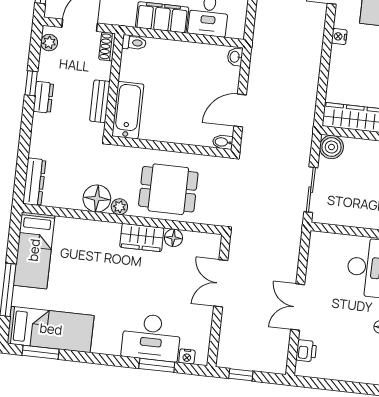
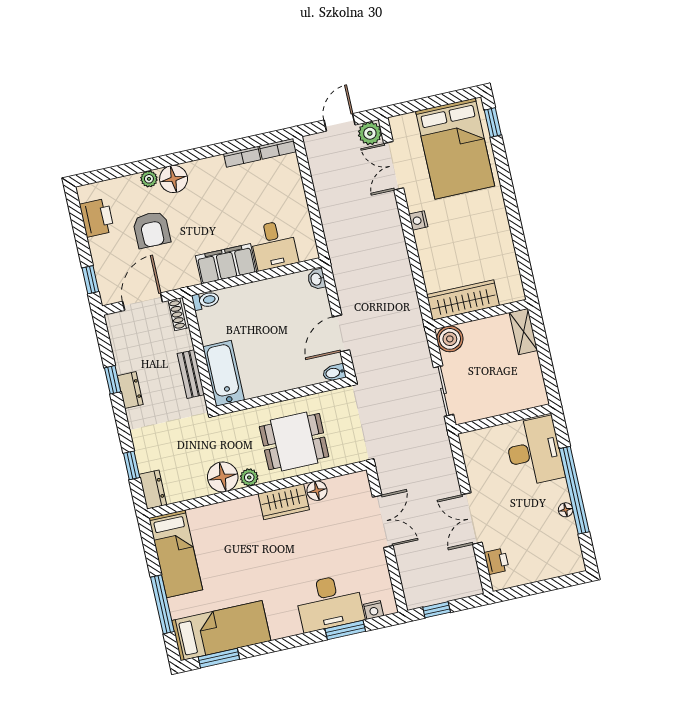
plant: (49, 43) -> (117, 331), removed
window: (22, 162) -> (132, 465), added
dresser: (34, 182) -> (153, 490), width x0.70
double door: (221, 283) -> (383, 521), swing flipped

